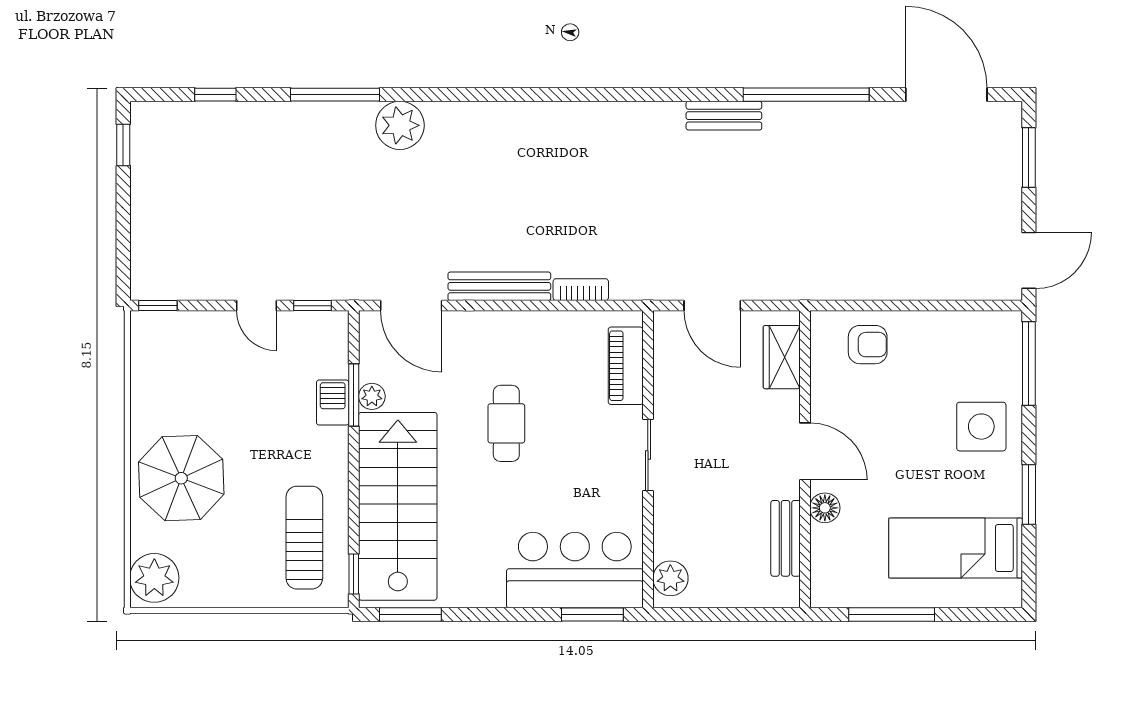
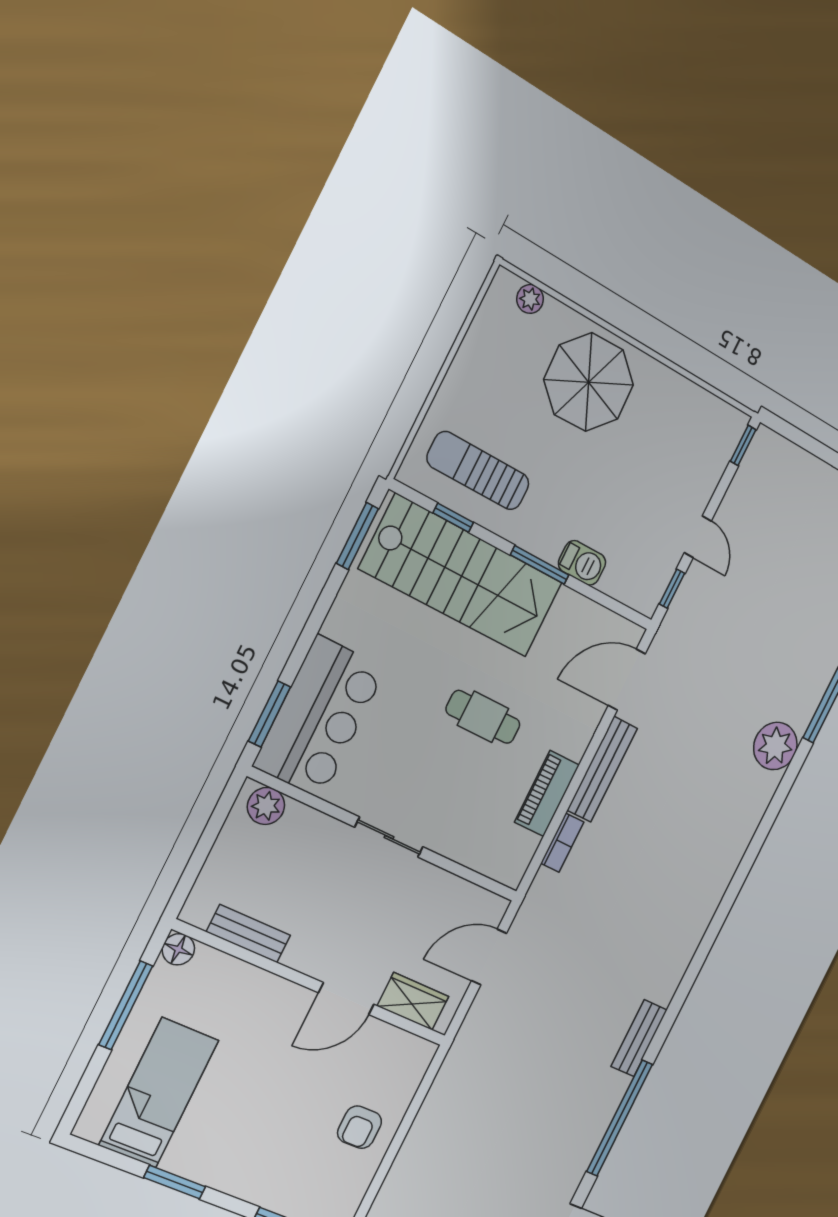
door: (257, 306) -> (698, 537), swing flipped
armchair: (868, 345) -> (360, 1127), moved
piano: (626, 366) -> (547, 794), moved, turned -90
window: (354, 395) -> (540, 565), moved
plant: (372, 396) -> (569, 602), removed
side table: (981, 427) -> (259, 1161), removed
door: (805, 451) -> (346, 999), moved
floor lamp: (825, 508) -> (178, 949), moved
sun lounger: (304, 538) -> (478, 471), turned 180
window: (354, 574) -> (453, 518), moved
plant: (154, 578) -> (530, 299), width x0.53, depth x0.53

